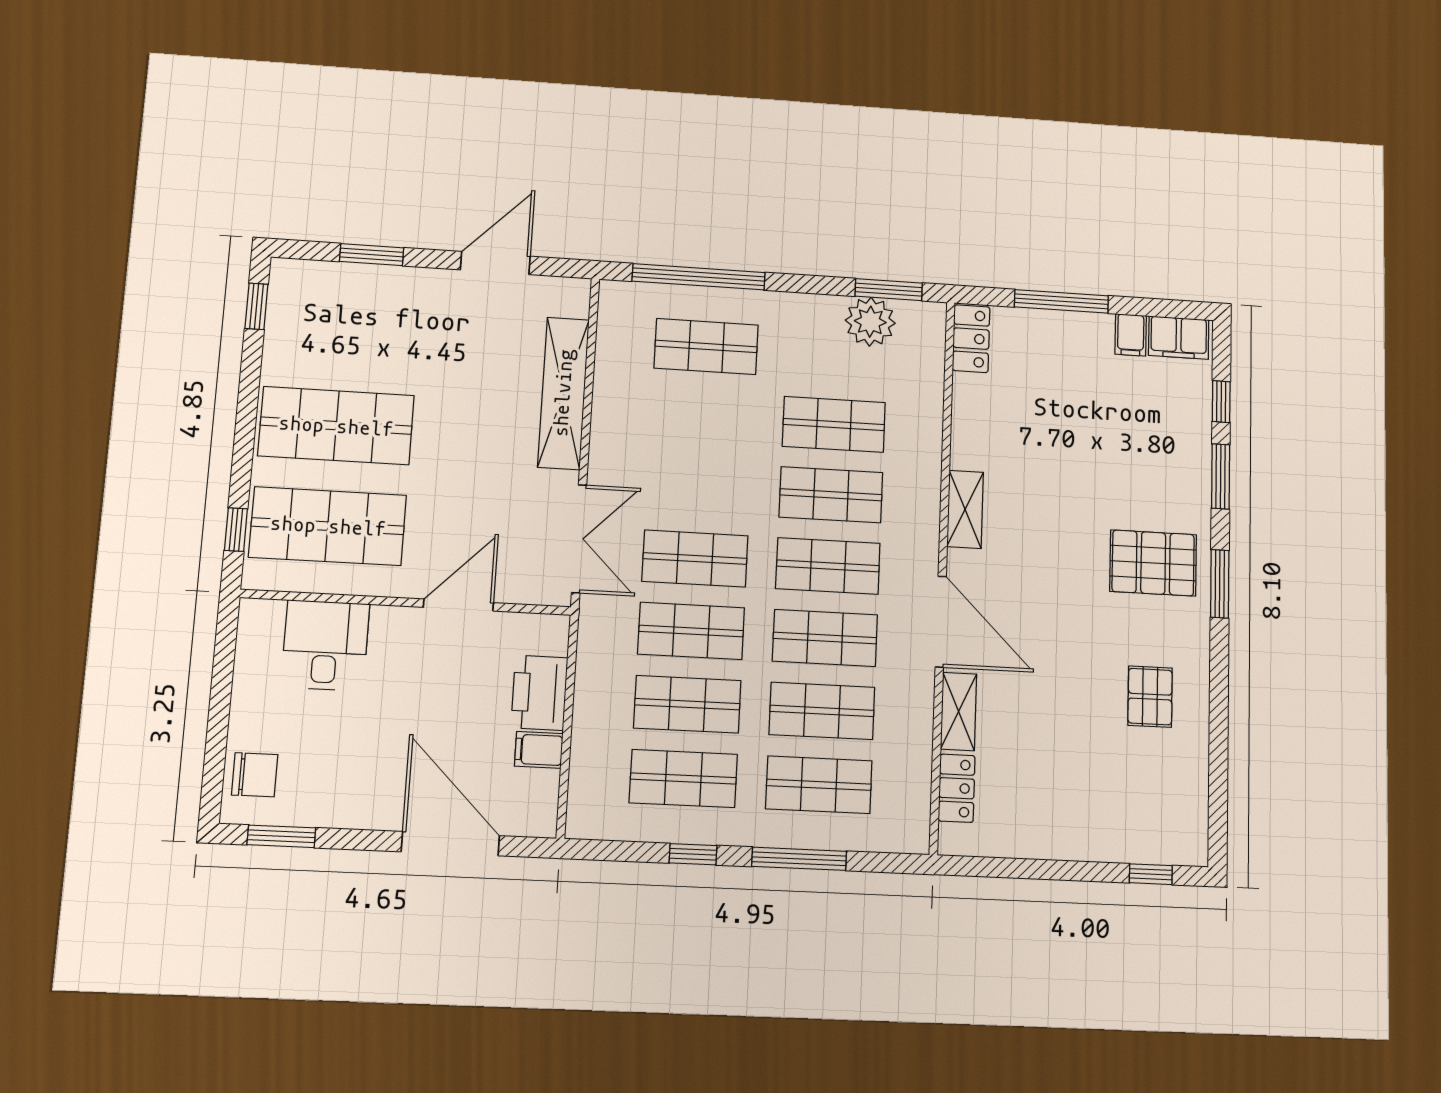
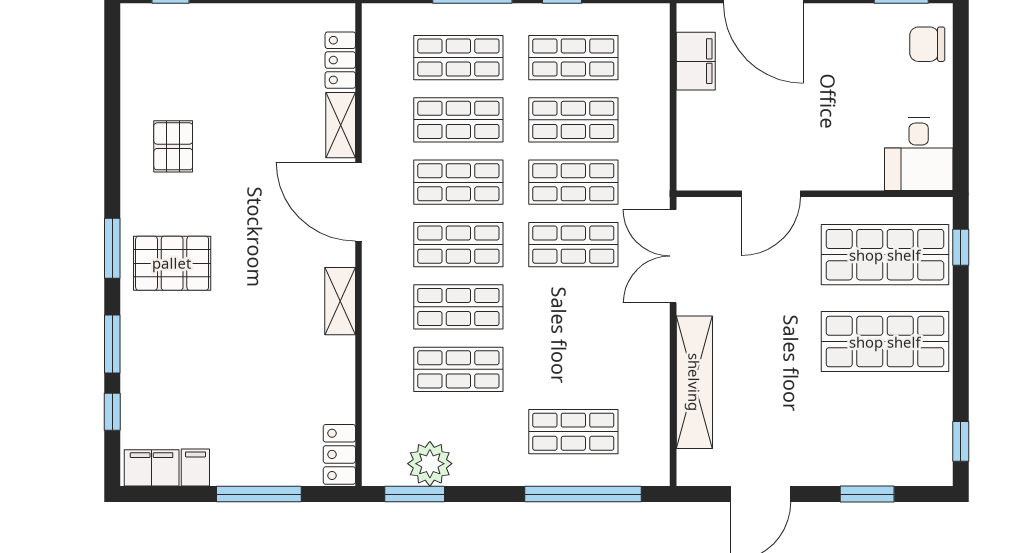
desk: (325, 645) -> (919, 154), moved
printer: (539, 693) -> (698, 123), removed
filing cabinet: (539, 750) -> (696, 61), width x2.00

